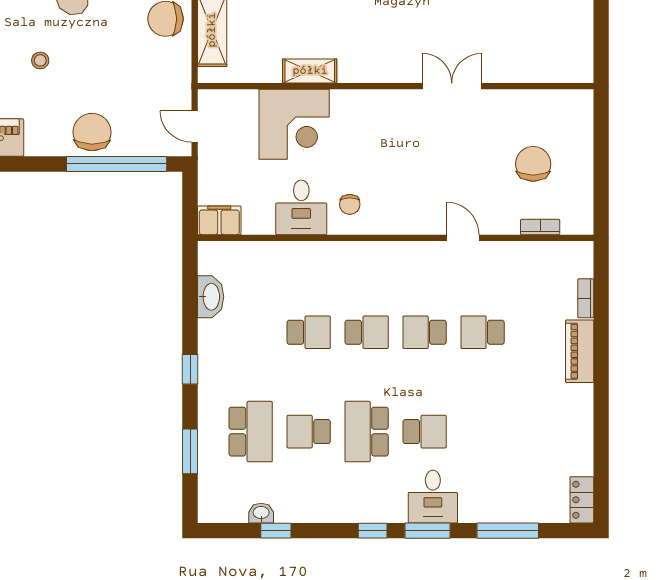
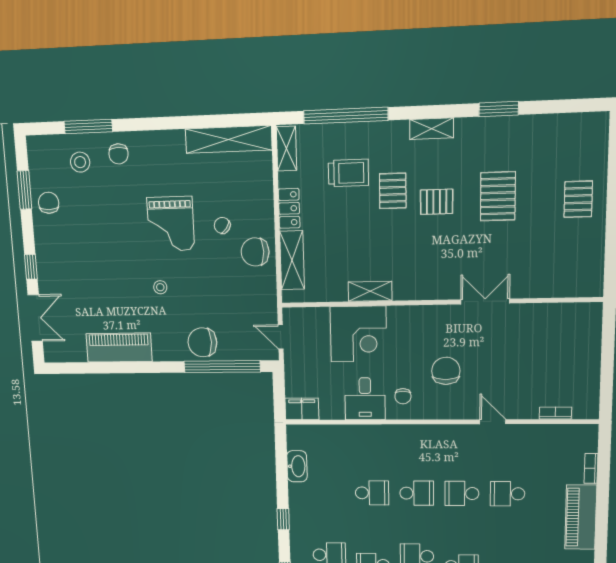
chair: (92, 132) -> (202, 342), turned -91
chair: (533, 164) -> (446, 371), moved
piano: (580, 351) -> (581, 517), width x1.37, depth x1.33

